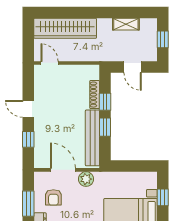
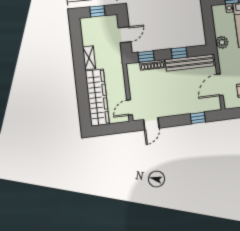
shelving: (126, 24) -> (89, 58), moved
window: (105, 102) -> (146, 57), moved
door: (28, 109) -> (151, 124), moved
plant: (86, 179) -> (222, 42), moved

